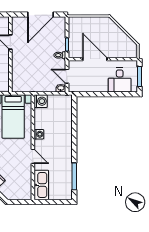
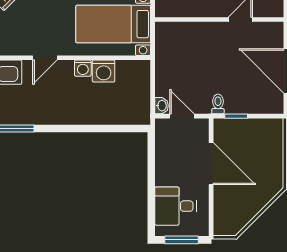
door: (95, 59) -> (211, 164), hinge flipped
door: (67, 76) -> (182, 116), hinge flipped
washing machine: (41, 101) -> (104, 71), moved

